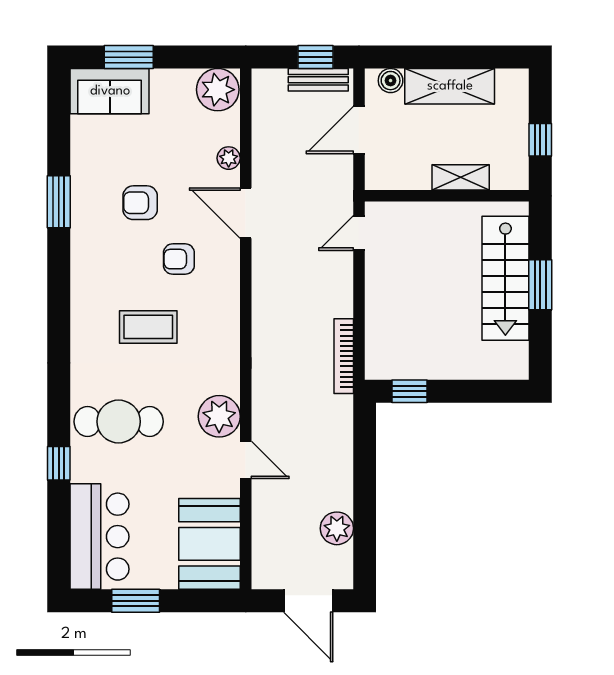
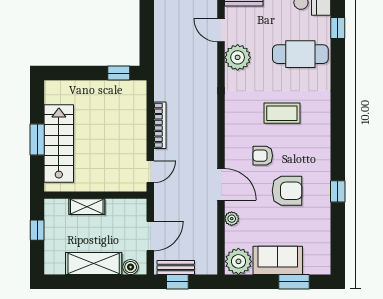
sofa: (110, 91) -> (278, 260), moved
window: (59, 202) -> (338, 191), width x0.67
armchair: (140, 203) -> (287, 191), width x1.38, depth x1.38
armchair: (179, 259) -> (263, 156), turned 180
bookcase: (344, 356) -> (160, 125), moved

